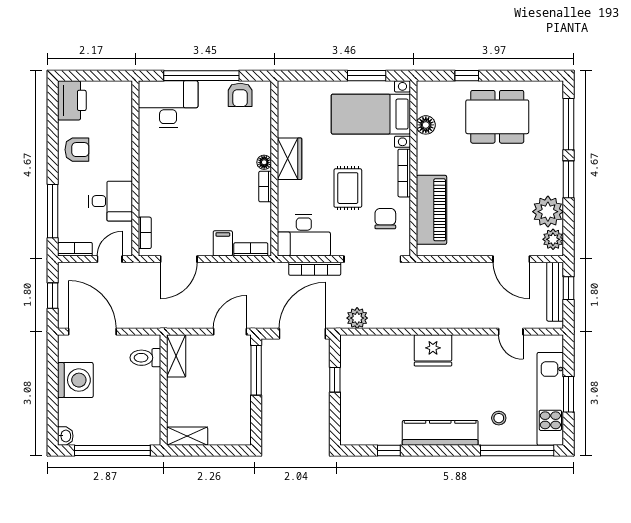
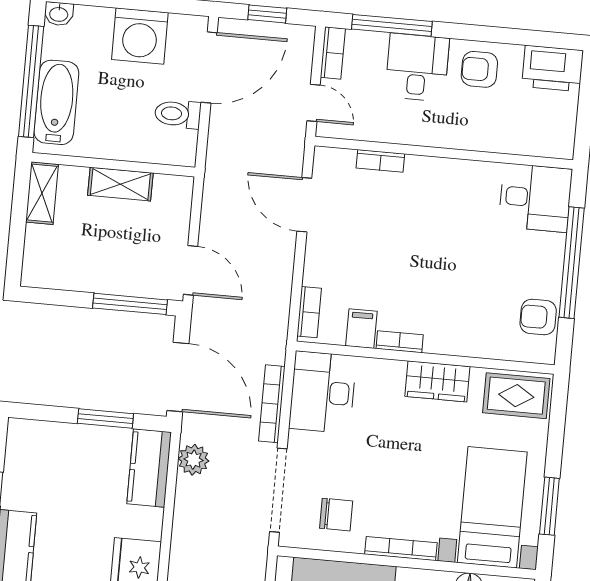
desk: (168, 104) -> (535, 198), width x0.73
armchair: (77, 150) -> (479, 69), turned 90
floor lamp: (264, 162) -> (436, 343), removed
rug: (348, 188) -> (516, 396), moved
desk: (111, 201) -> (417, 67), moved, turned 180
bookcase: (145, 233) -> (380, 161), moved
filing cabinet: (223, 243) -> (361, 329), moved, turned -90
kitchen counter: (365, 347) -> (149, 468), added
shelving: (176, 356) -> (120, 184), moved
toilet: (145, 358) -> (178, 114), moved, turned -90
window: (335, 380) -> (105, 418), width x1.50
bathtub: (125, 432) -> (56, 102), added

